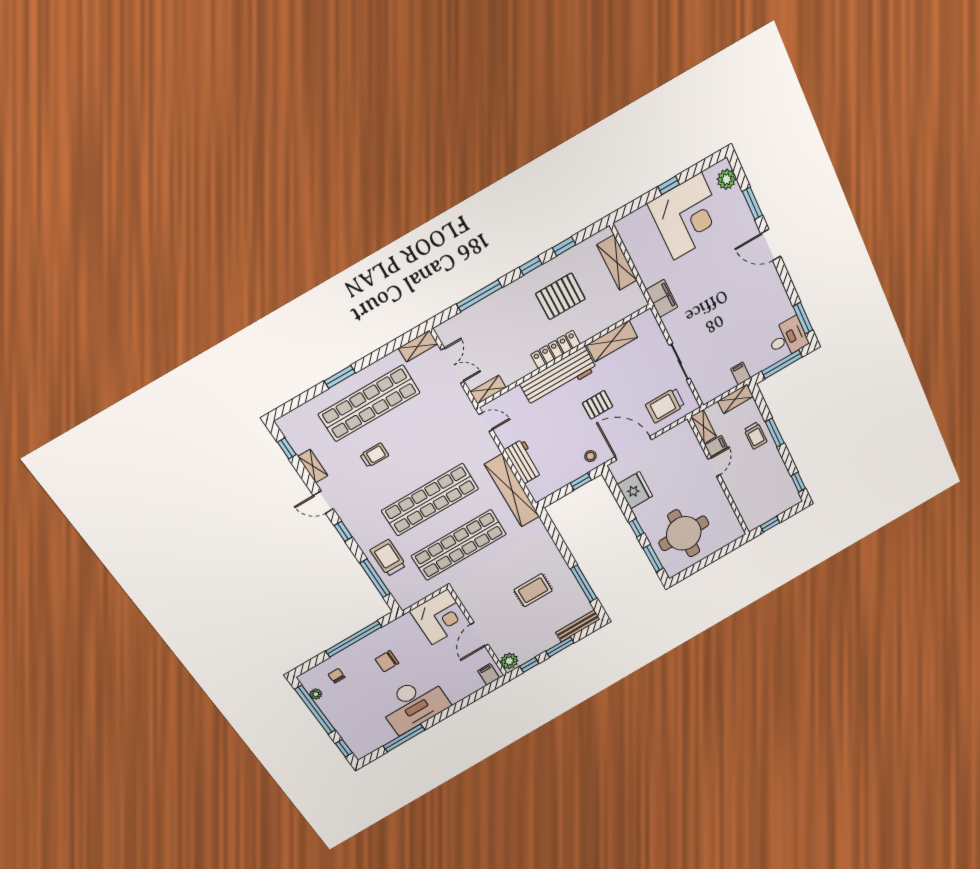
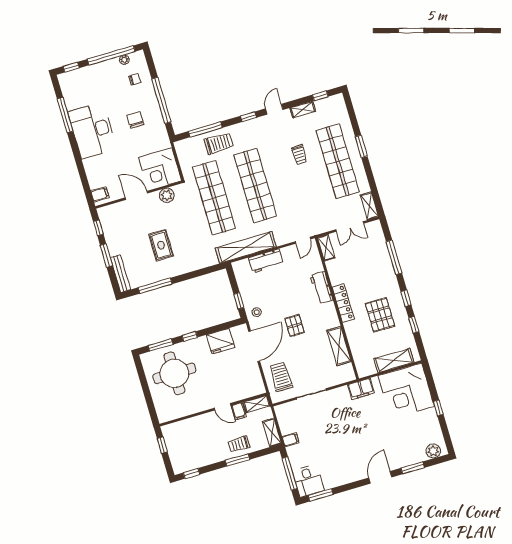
corner desk: (687, 216) -> (406, 391), moved
workbench: (558, 377) -> (321, 288), width x0.53, depth x0.76
plant: (509, 661) -> (167, 195), moved

